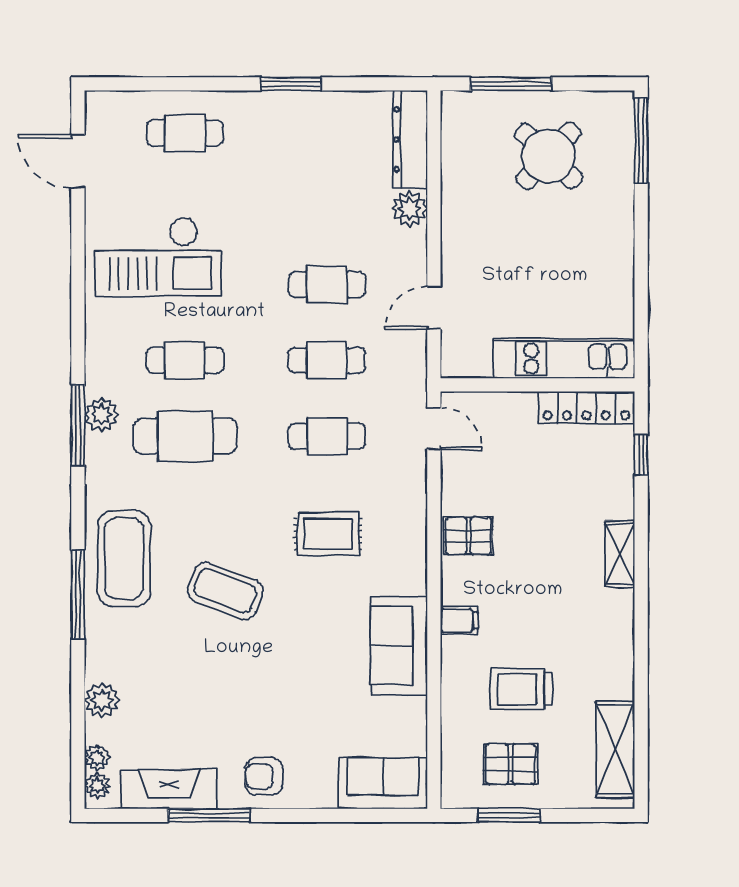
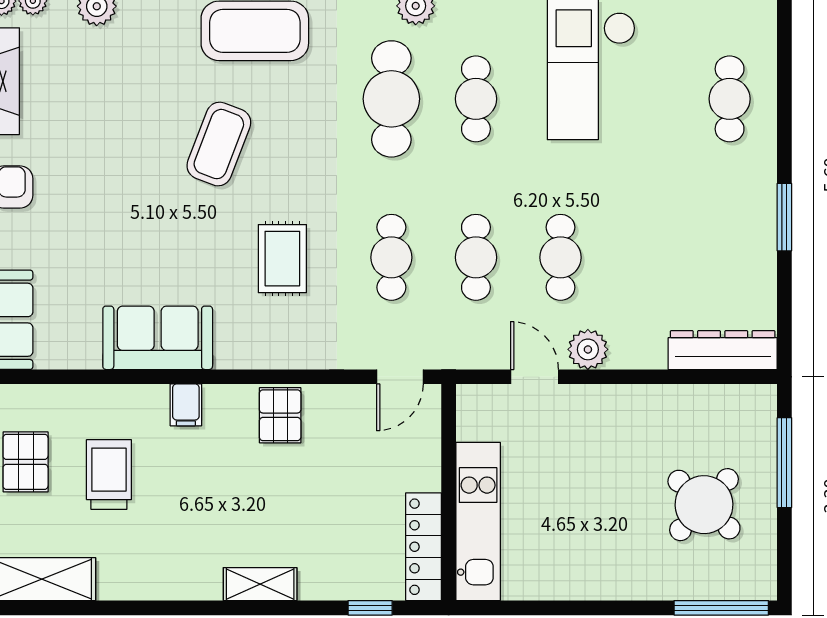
plant: (410, 209) -> (588, 349), moved

